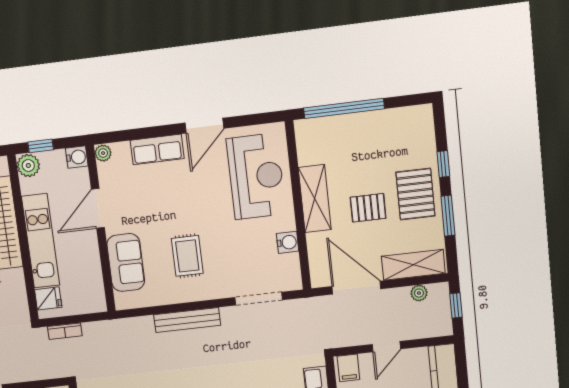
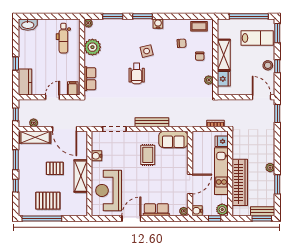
window: (344, 108) -> (42, 218), moved
pallet: (415, 194) -> (48, 201), moved, turned 90
sofa: (126, 263) -> (173, 140), moved, turned -90

